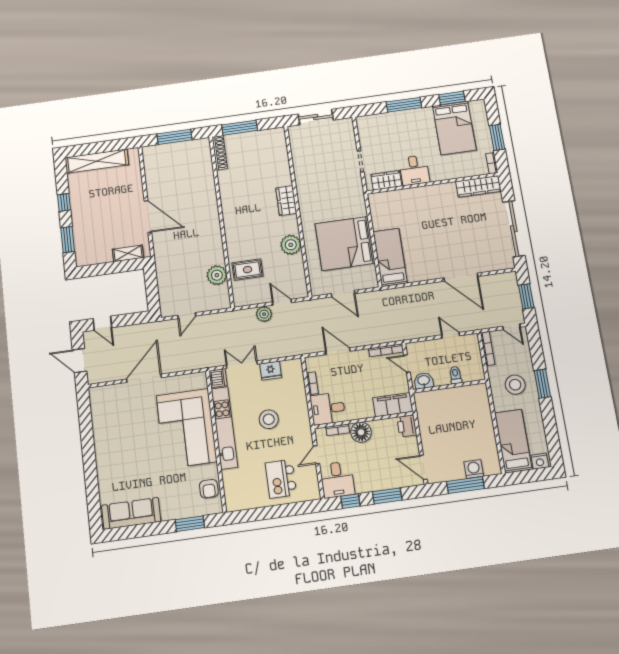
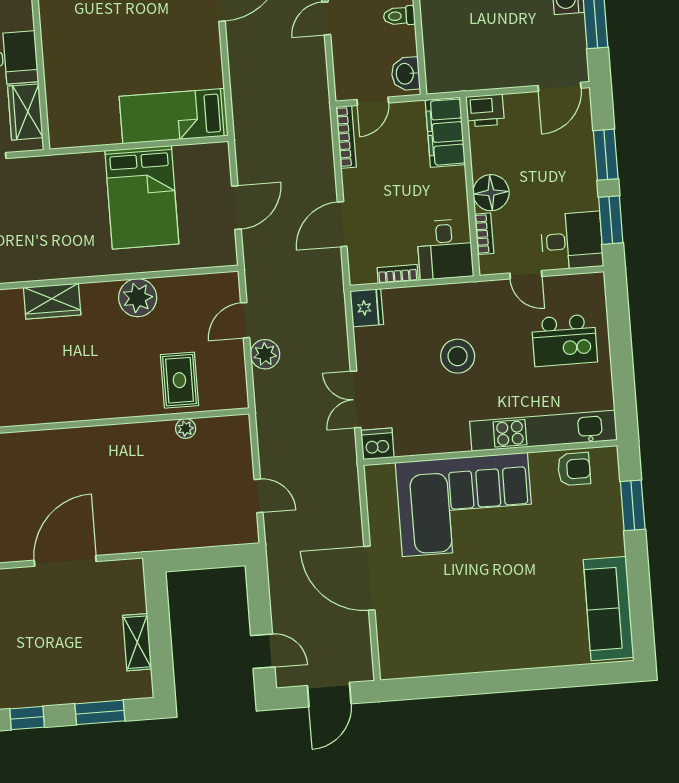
bed: (345, 243) -> (142, 197), width x0.73
shelving: (128, 253) -> (137, 642), moved
plant: (217, 275) -> (186, 429), width x0.53, depth x0.53
door: (102, 323) -> (263, 651), hinge flipped
fridge: (271, 371) -> (367, 308), moved
kitchen unit: (224, 428) -> (543, 431), moved
window: (350, 501) -> (611, 220), width x1.50

